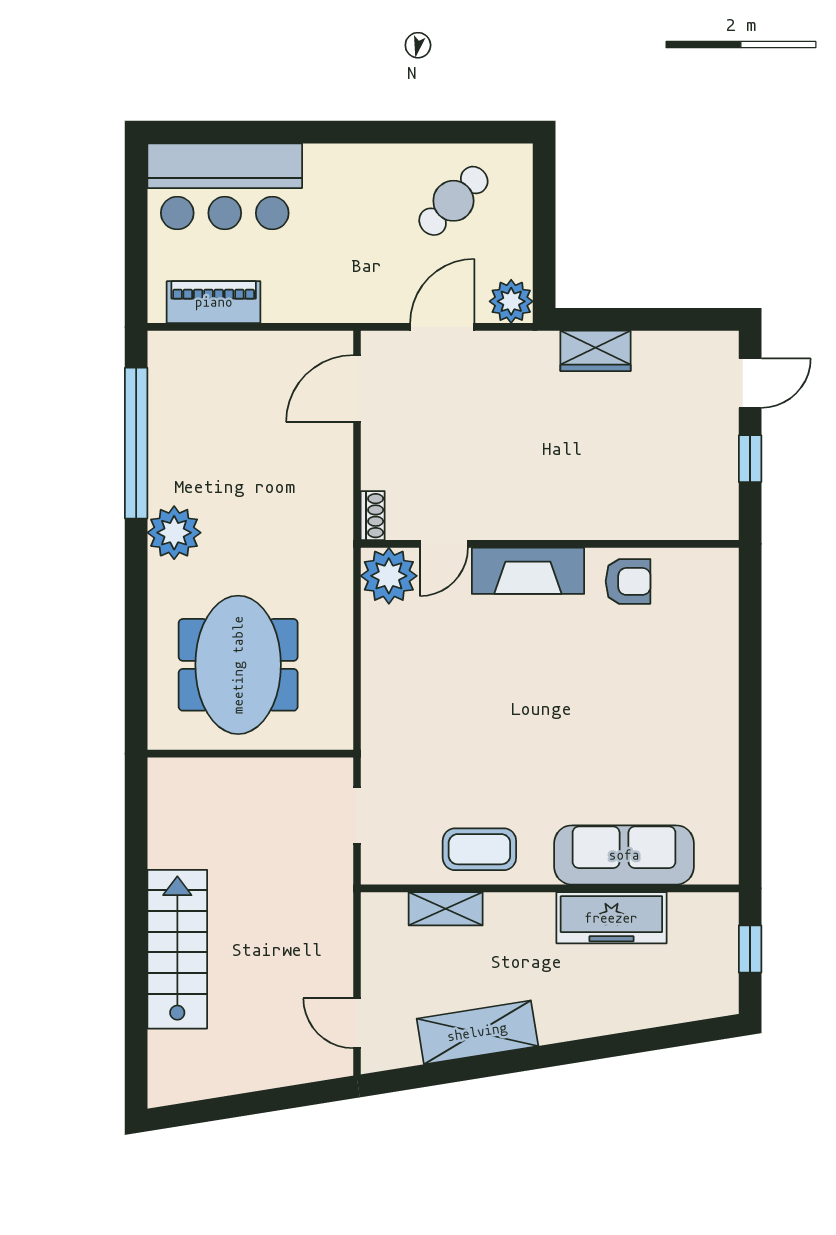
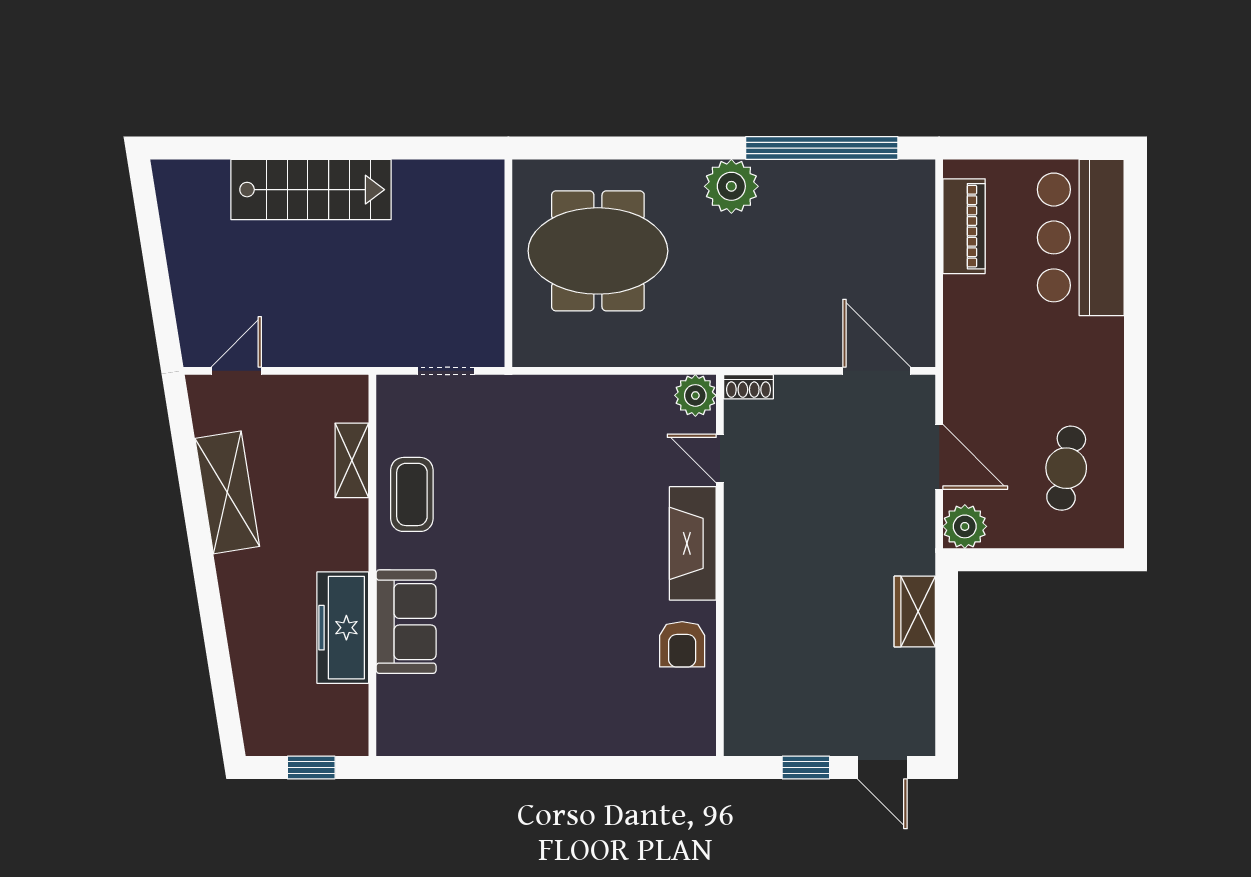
cafe table: (453, 201) -> (1066, 468), turned 55
plant: (389, 576) -> (695, 395), width x0.73, depth x0.73
sofa: (624, 855) -> (406, 622), width x0.73

